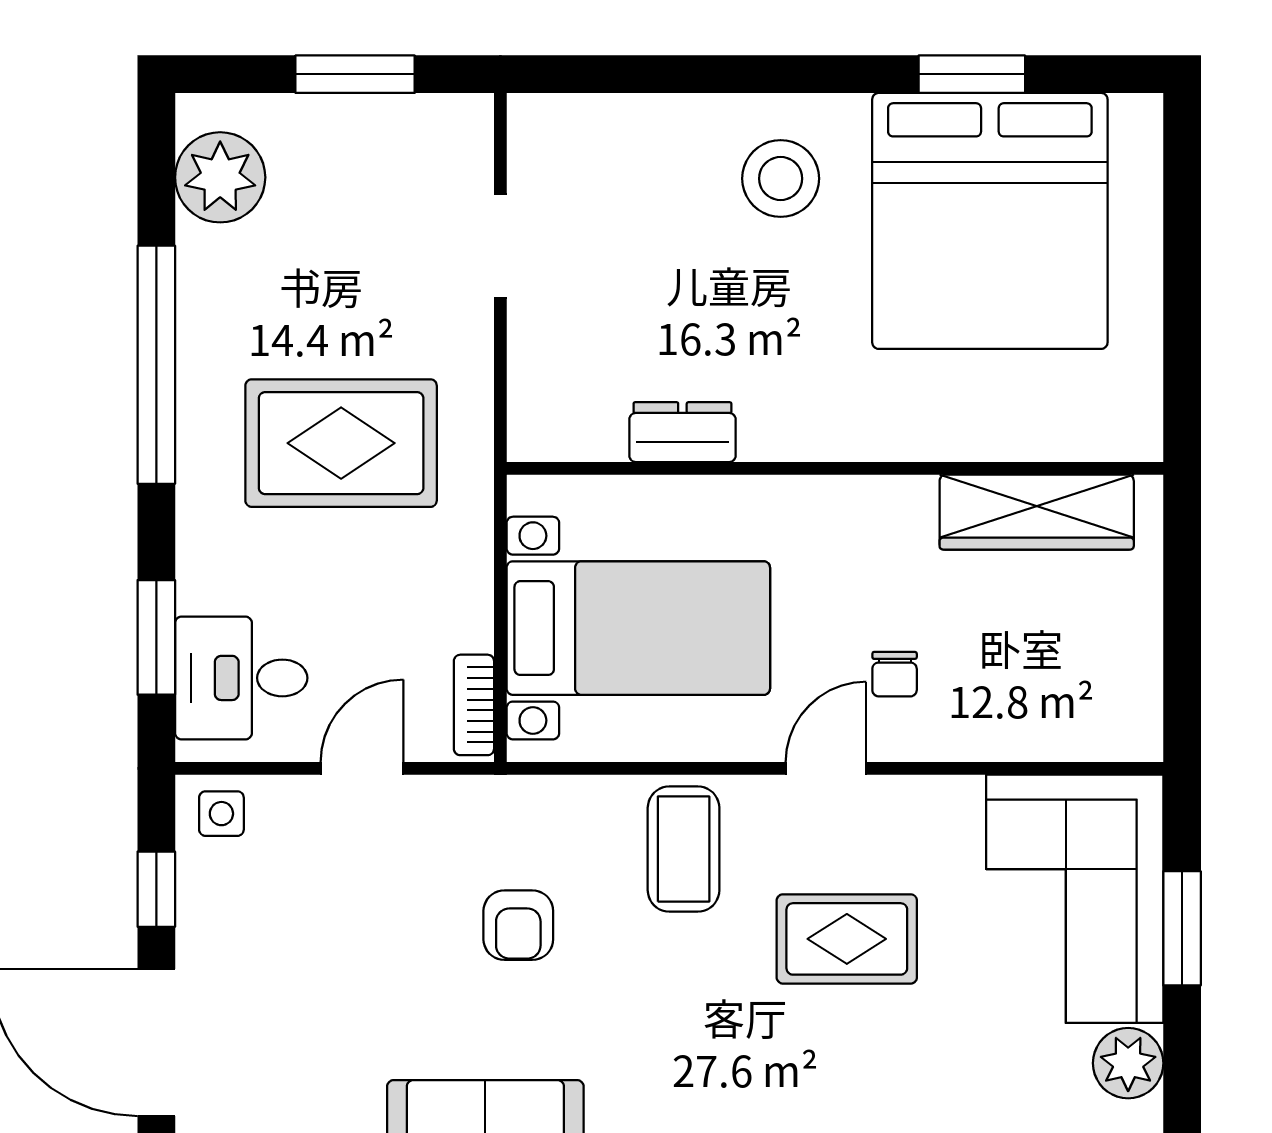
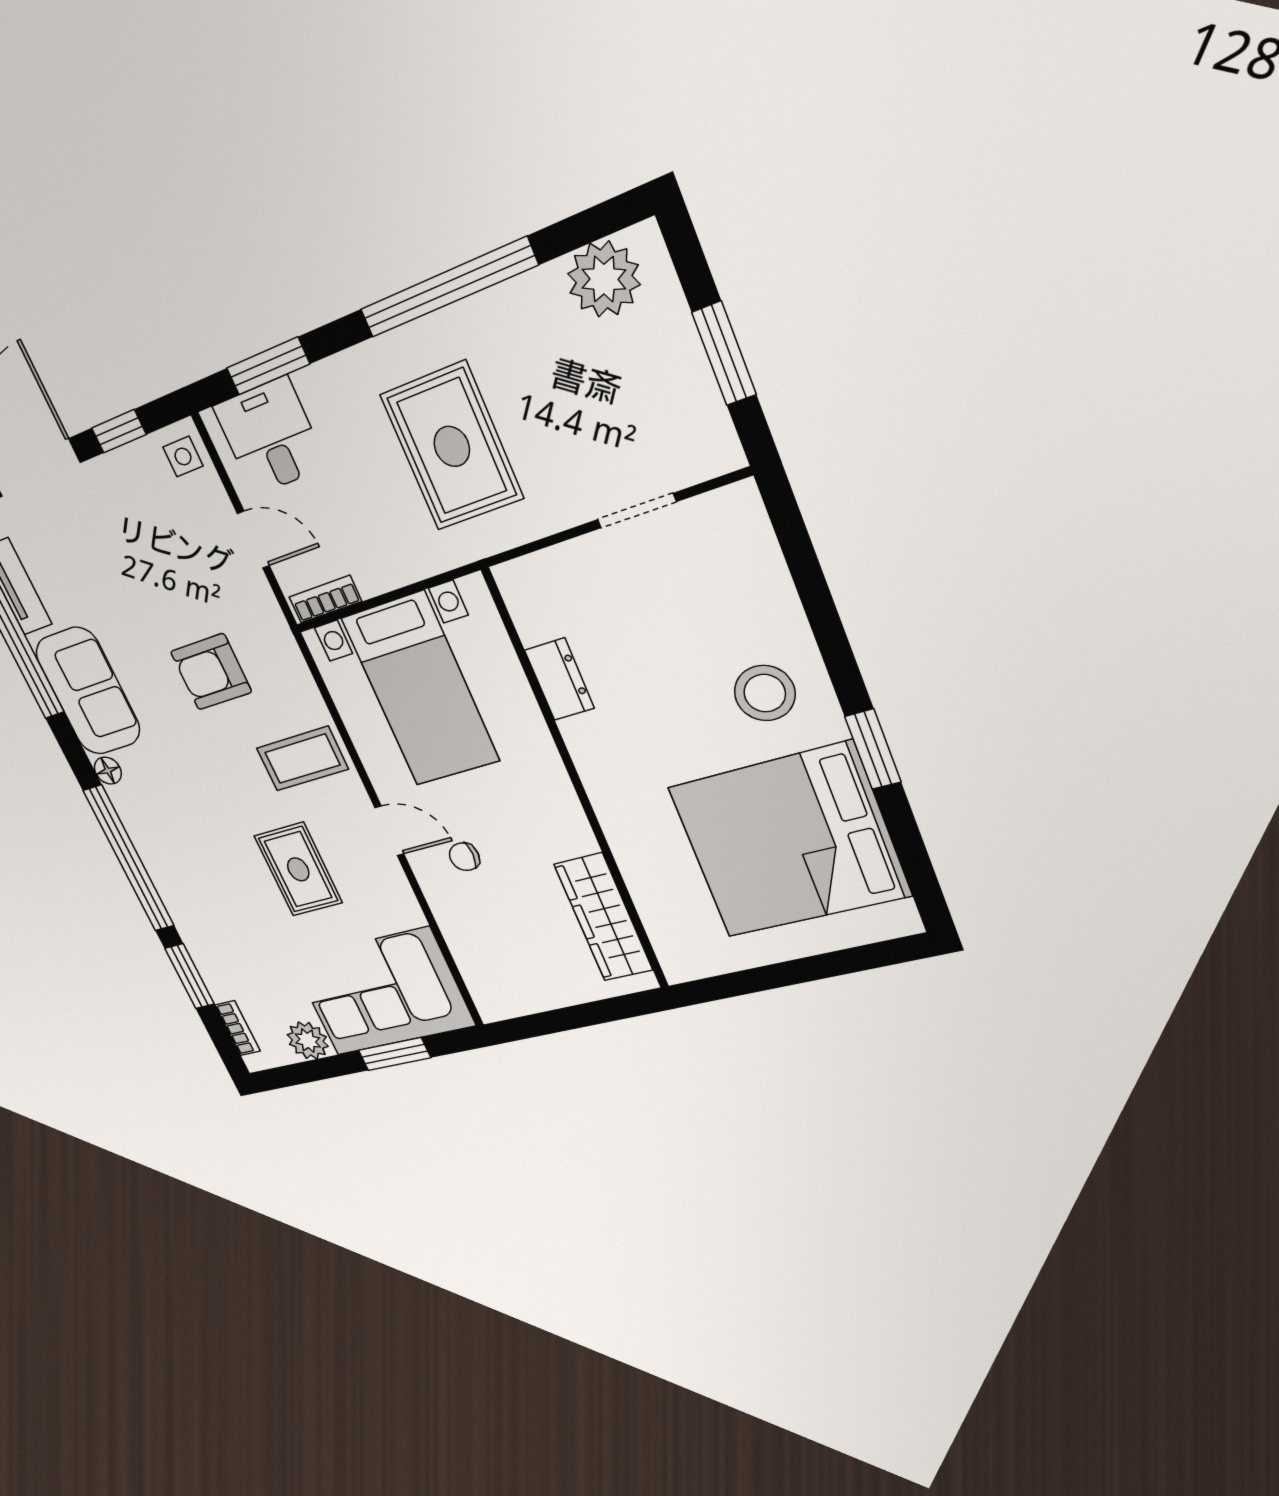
window: (972, 74) -> (873, 749), moved
armchair: (518, 925) -> (211, 672), width x1.38, depth x1.38

